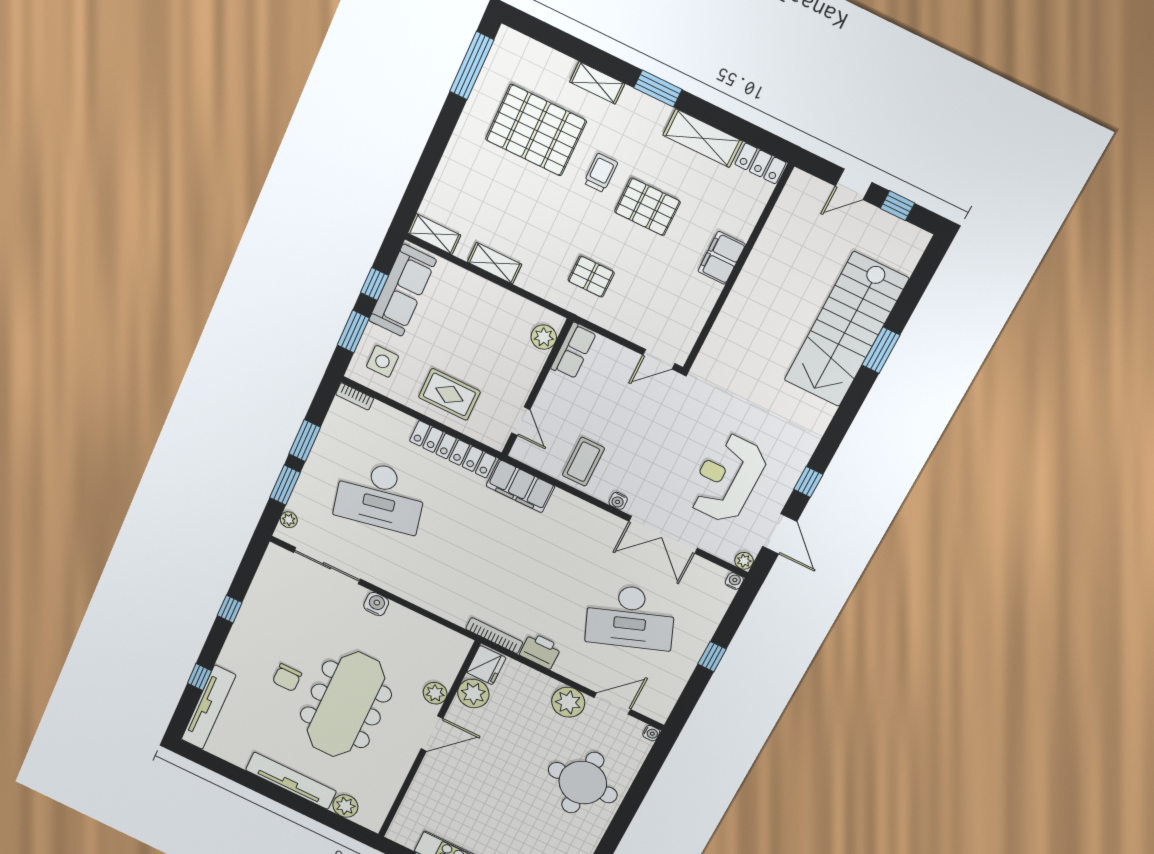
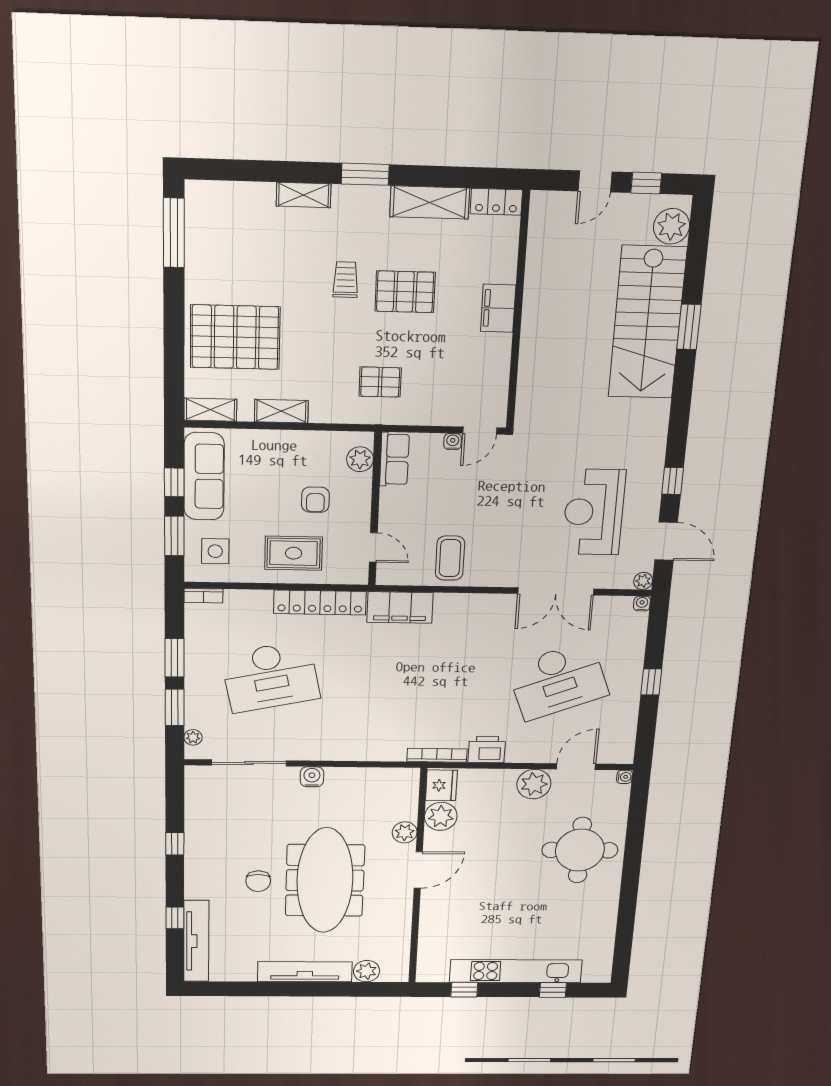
pallet: (536, 130) -> (235, 337), moved
plant: (903, 254) -> (672, 226), added
armchair: (489, 355) -> (315, 500), added
water cooler: (618, 501) -> (453, 442), moved, turned 180

